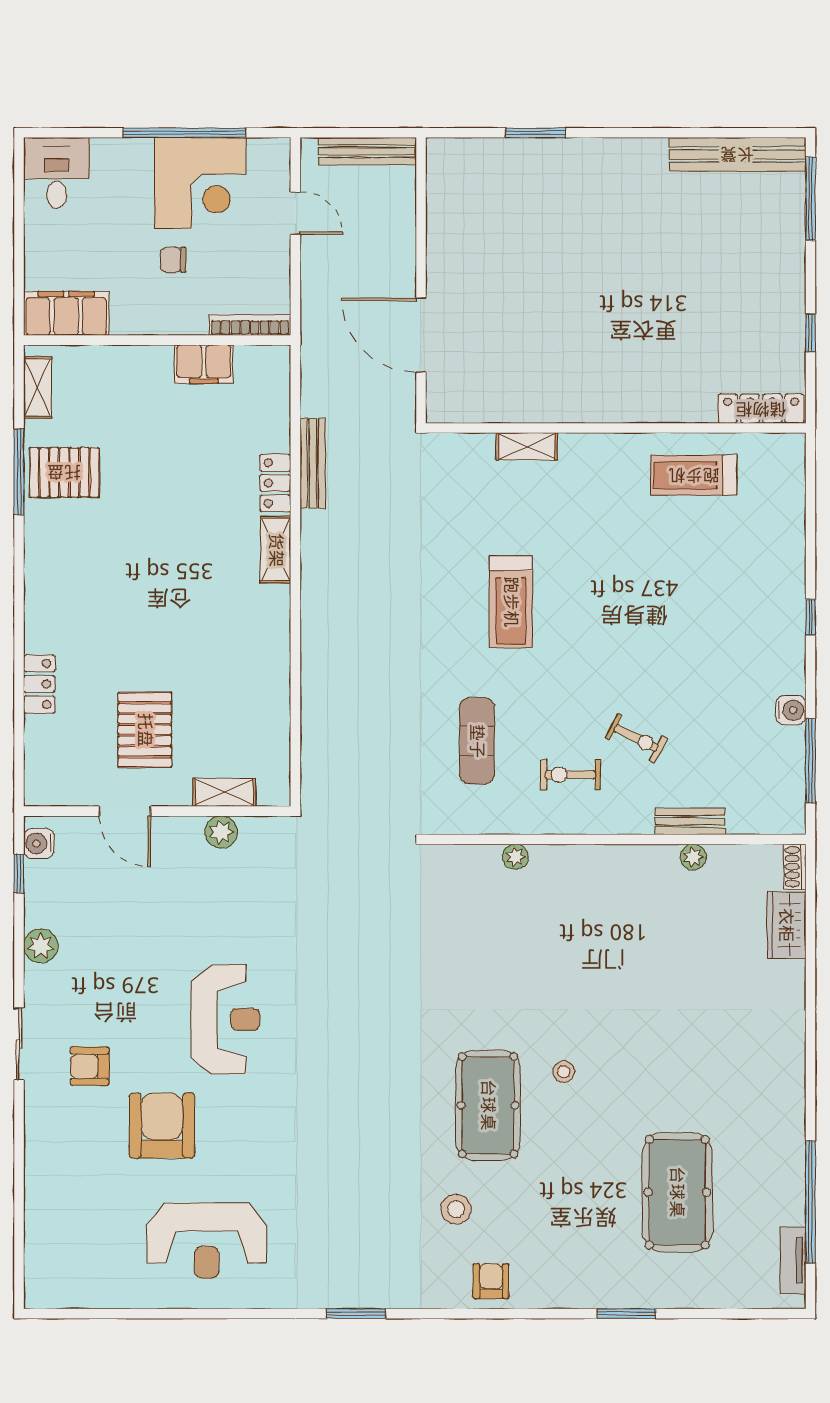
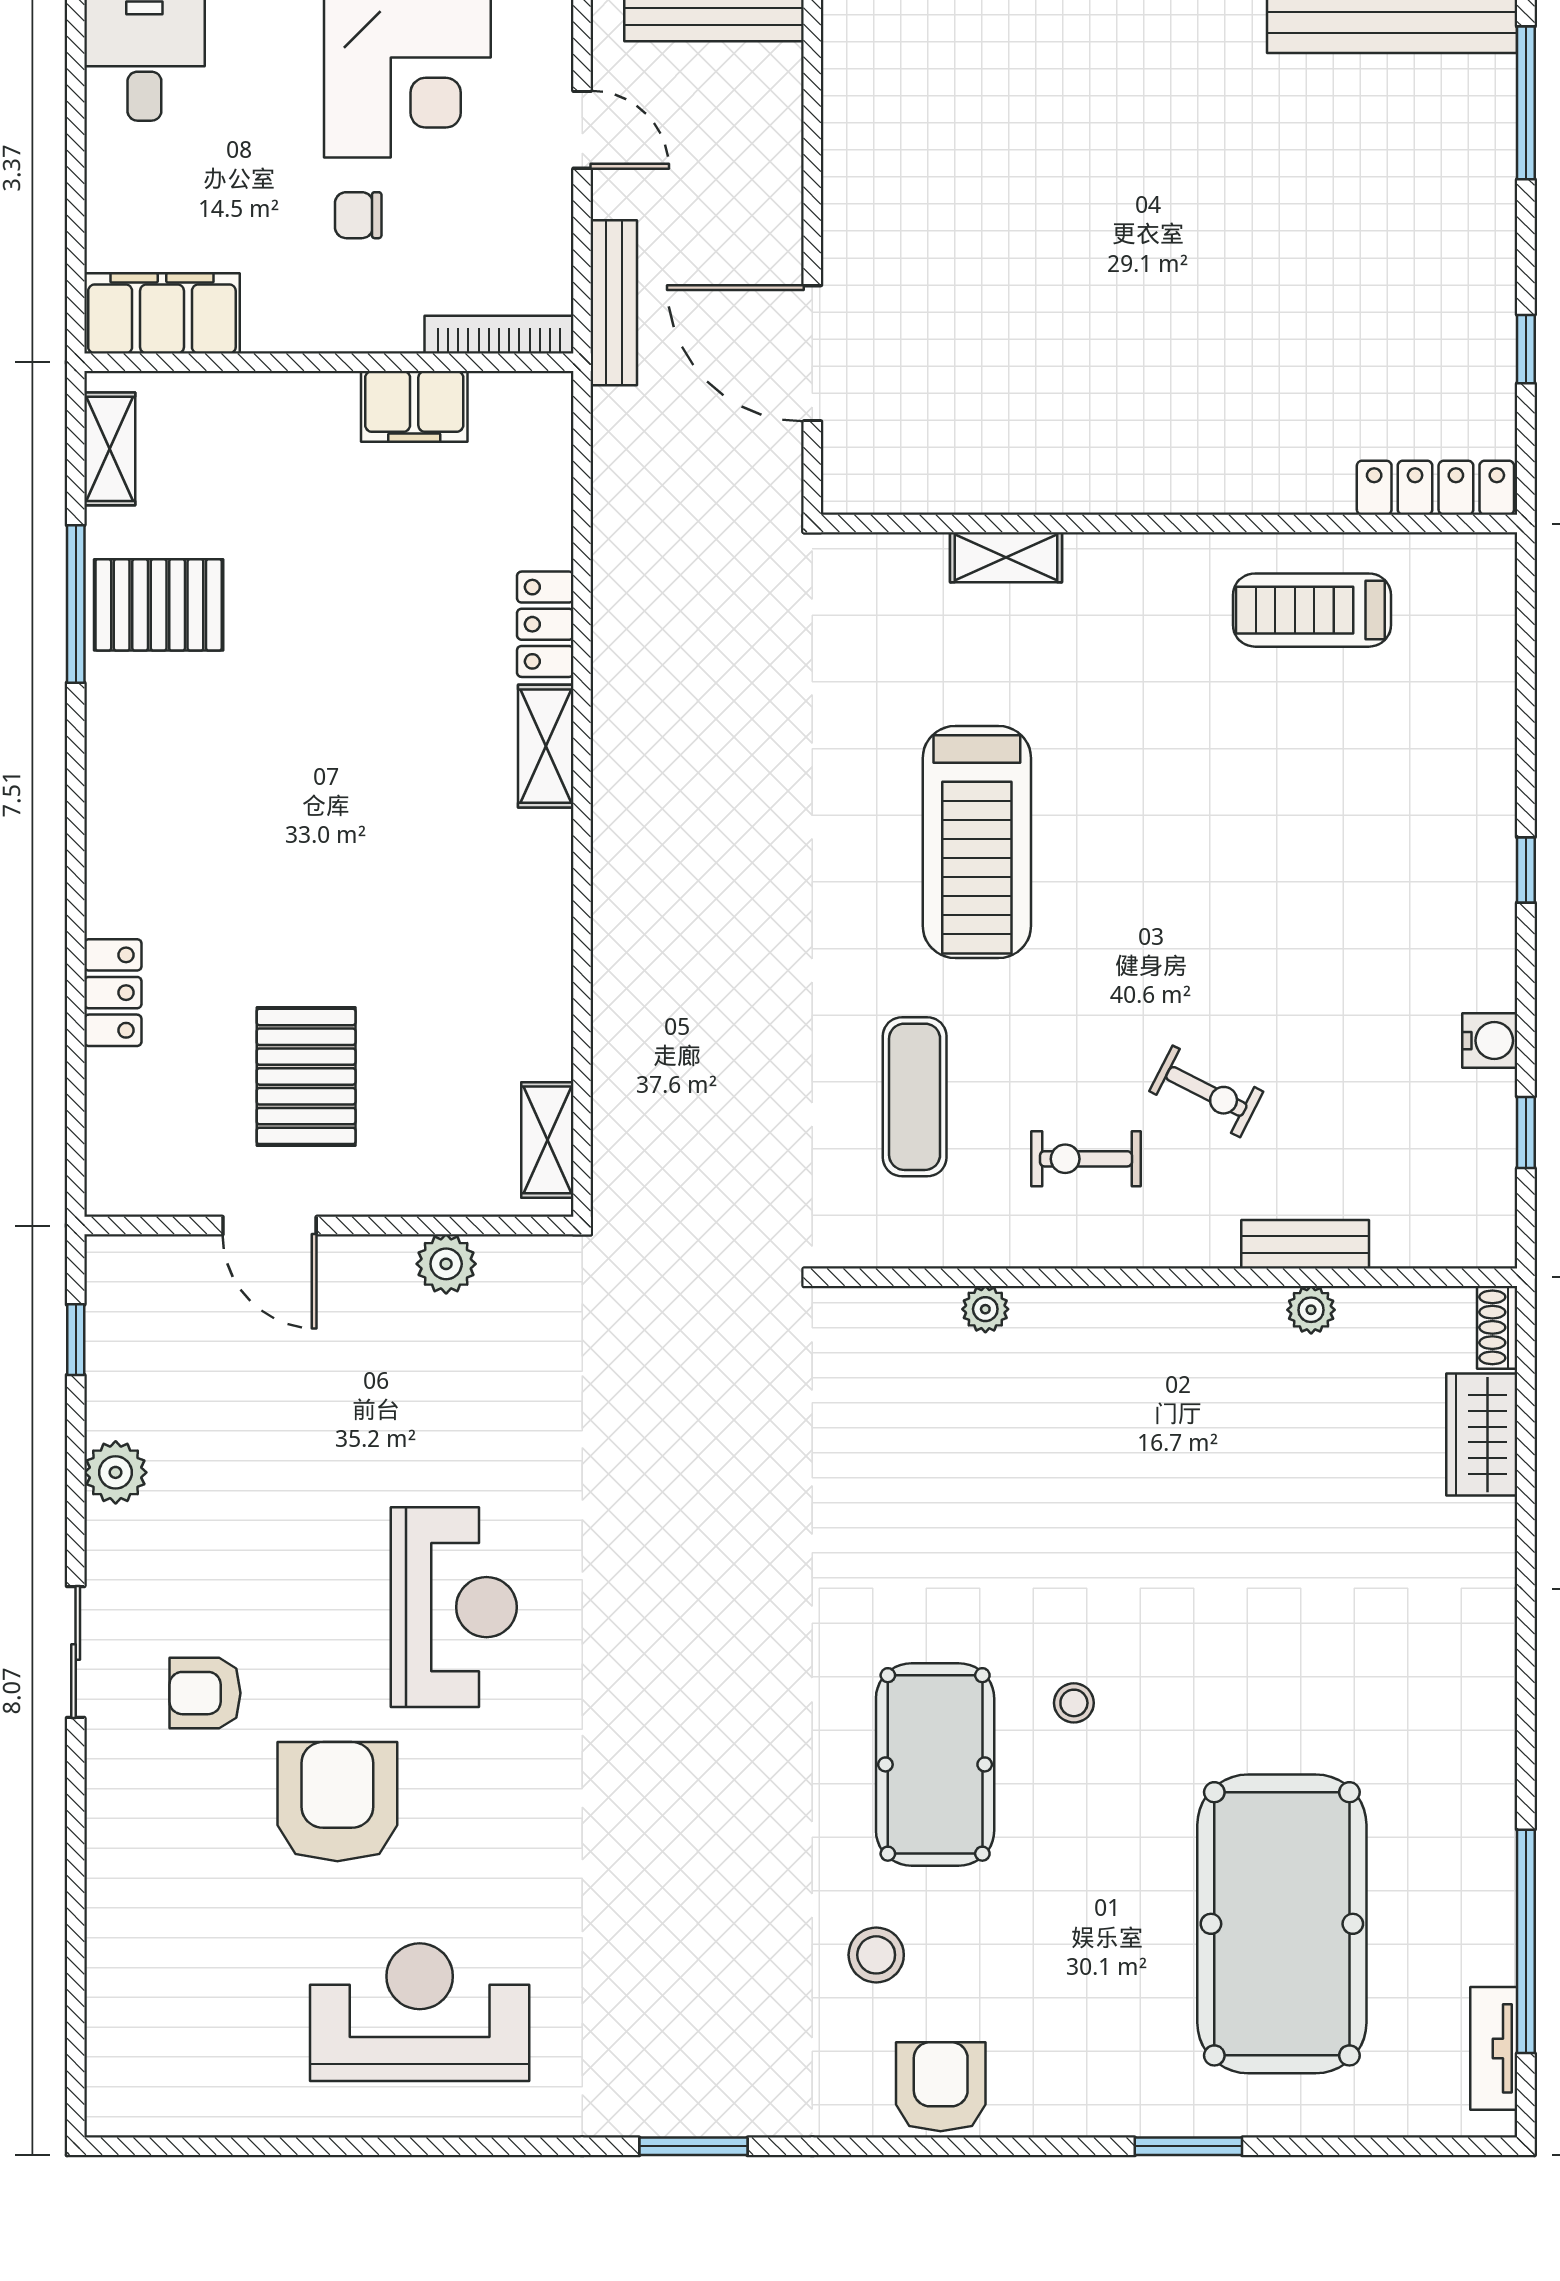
bench: (313, 463) -> (614, 303), moved
treadmill: (511, 602) -> (977, 842), width x1.37, depth x1.38
window: (810, 760) -> (1526, 1132), width x0.46
shelving: (224, 792) -> (547, 1140), moved, turned 90
water cooler: (39, 843) -> (112, 1285), removed
pool table: (677, 1192) -> (1282, 1924), width x1.36, depth x1.32
reception desk: (207, 1240) -> (420, 2012), turned 180
armchair: (491, 1281) -> (941, 2087), width x1.38, depth x1.38

